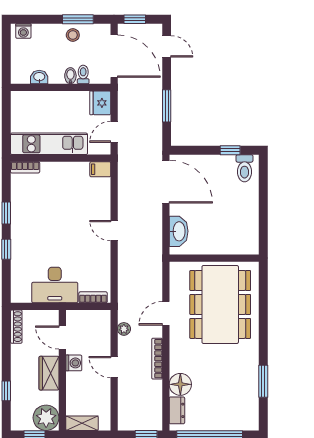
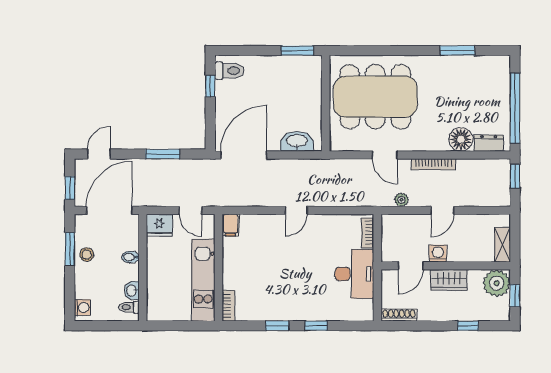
toilet: (83, 74) -> (129, 307), moved
window: (263, 232) -> (297, 51), added

